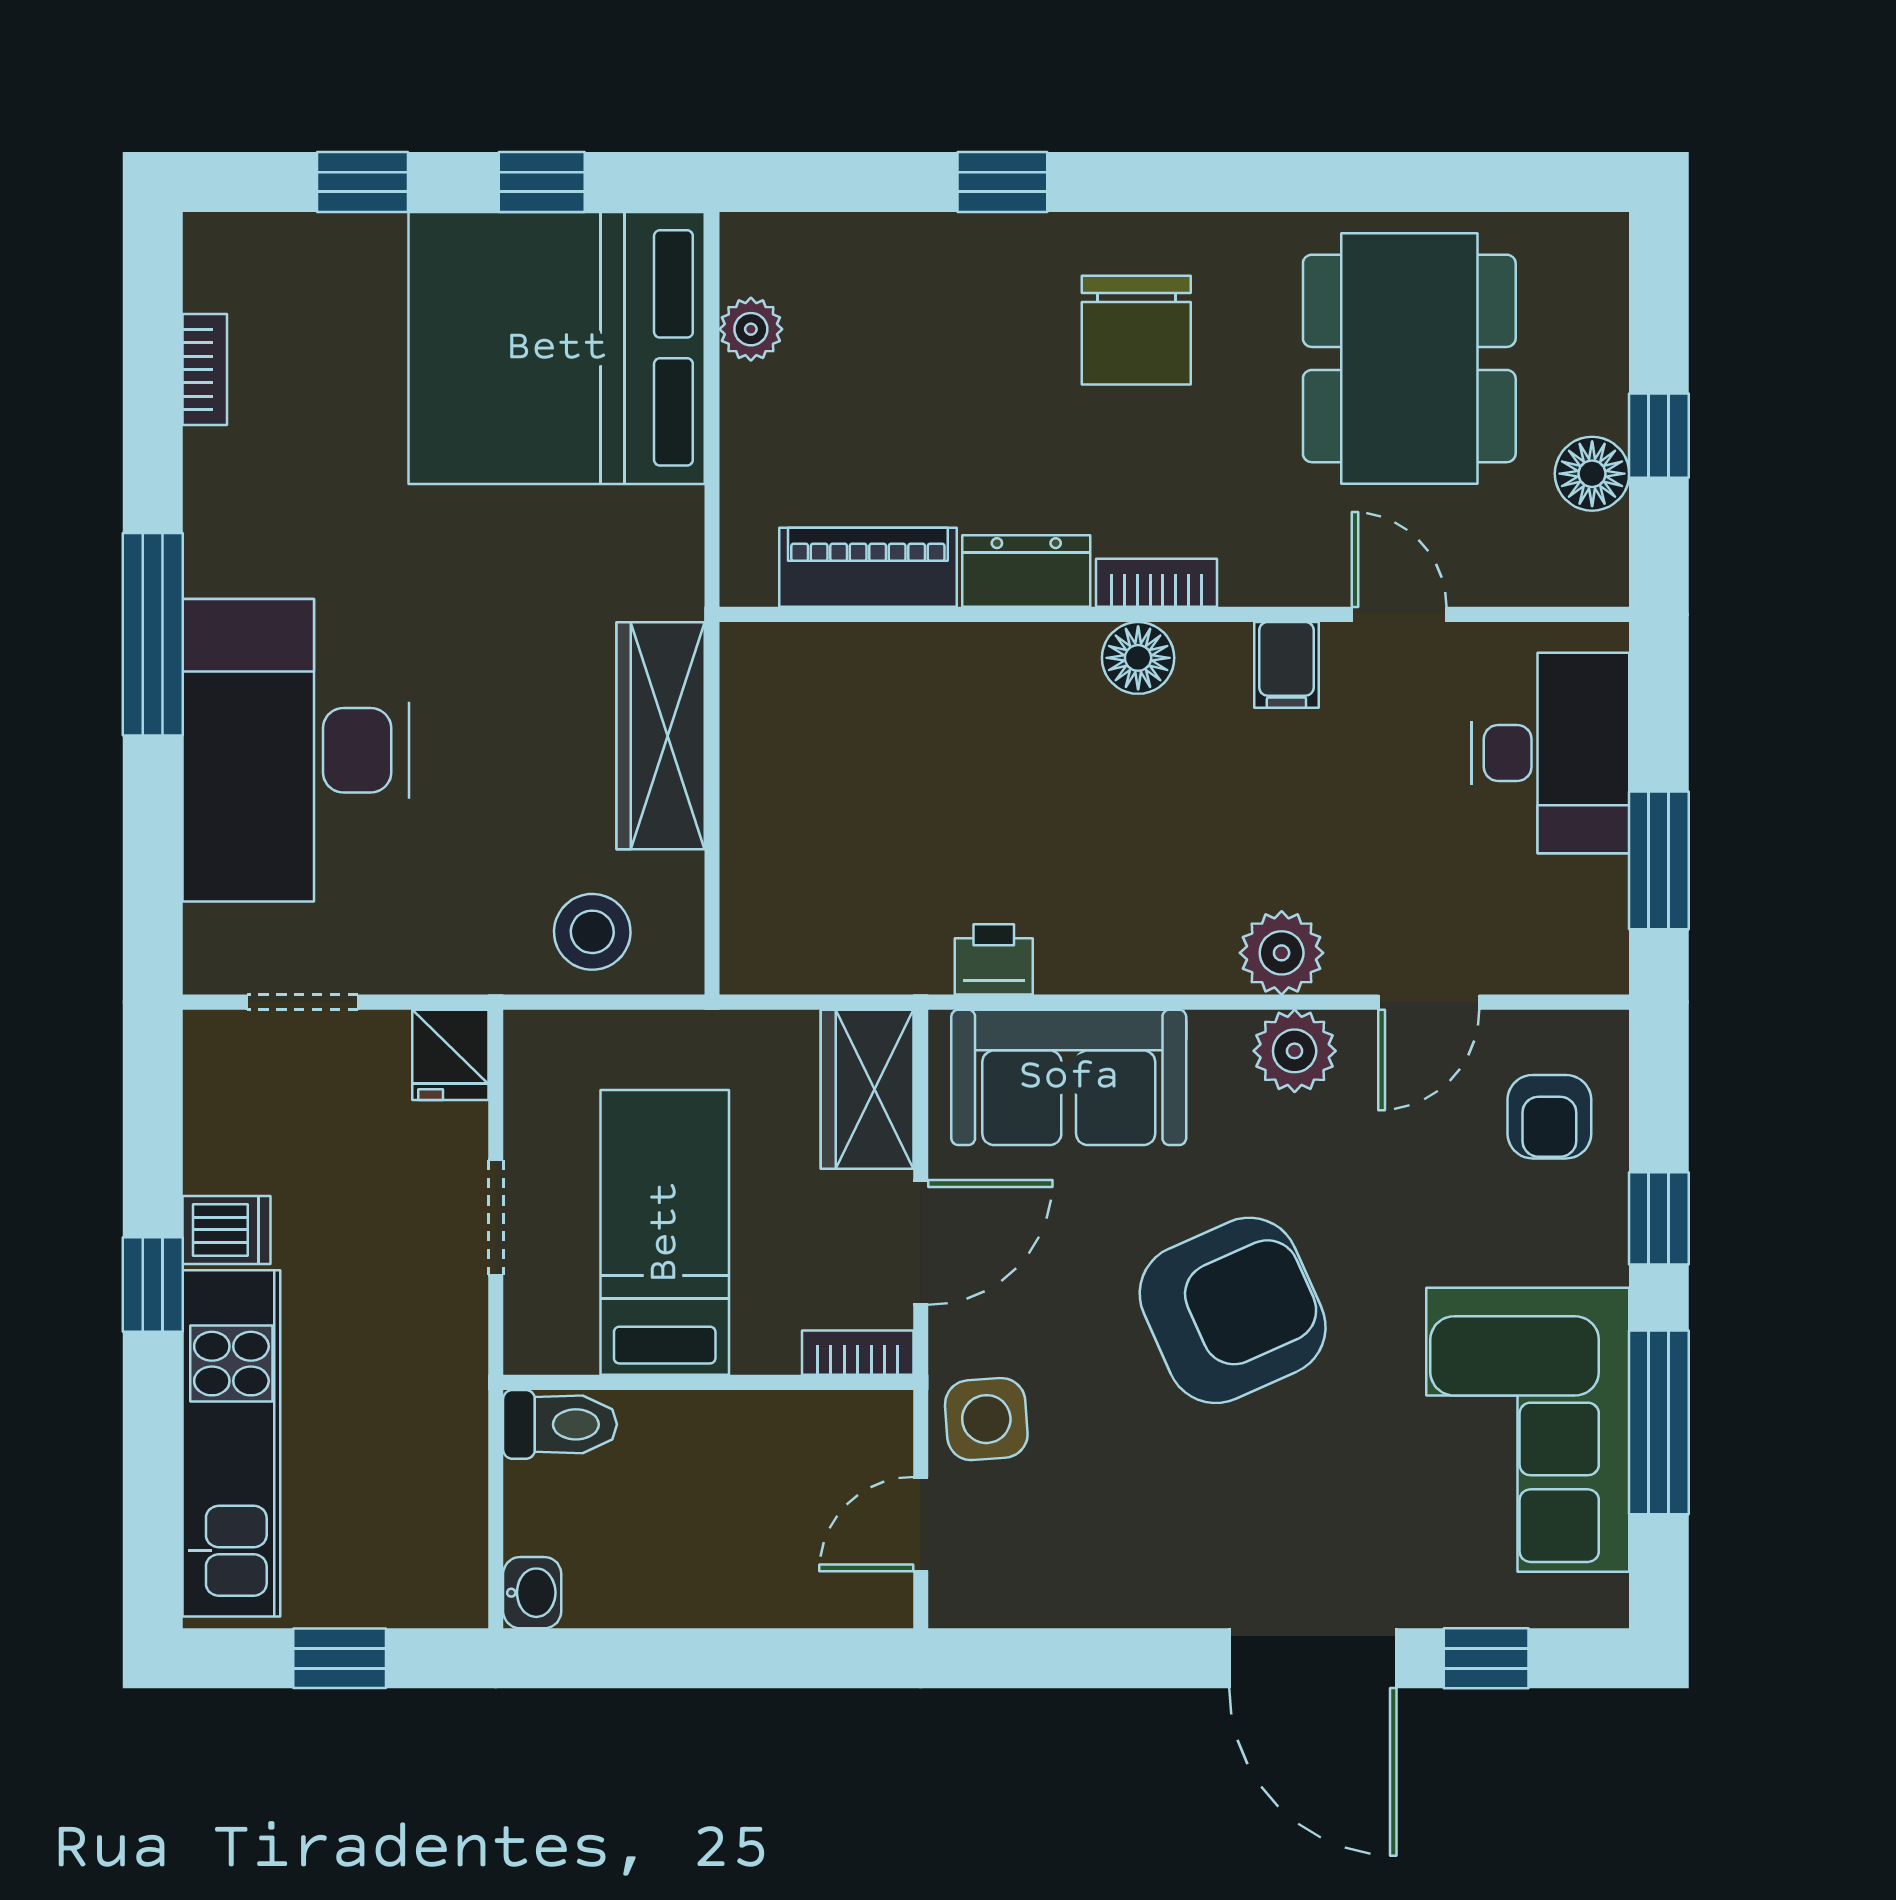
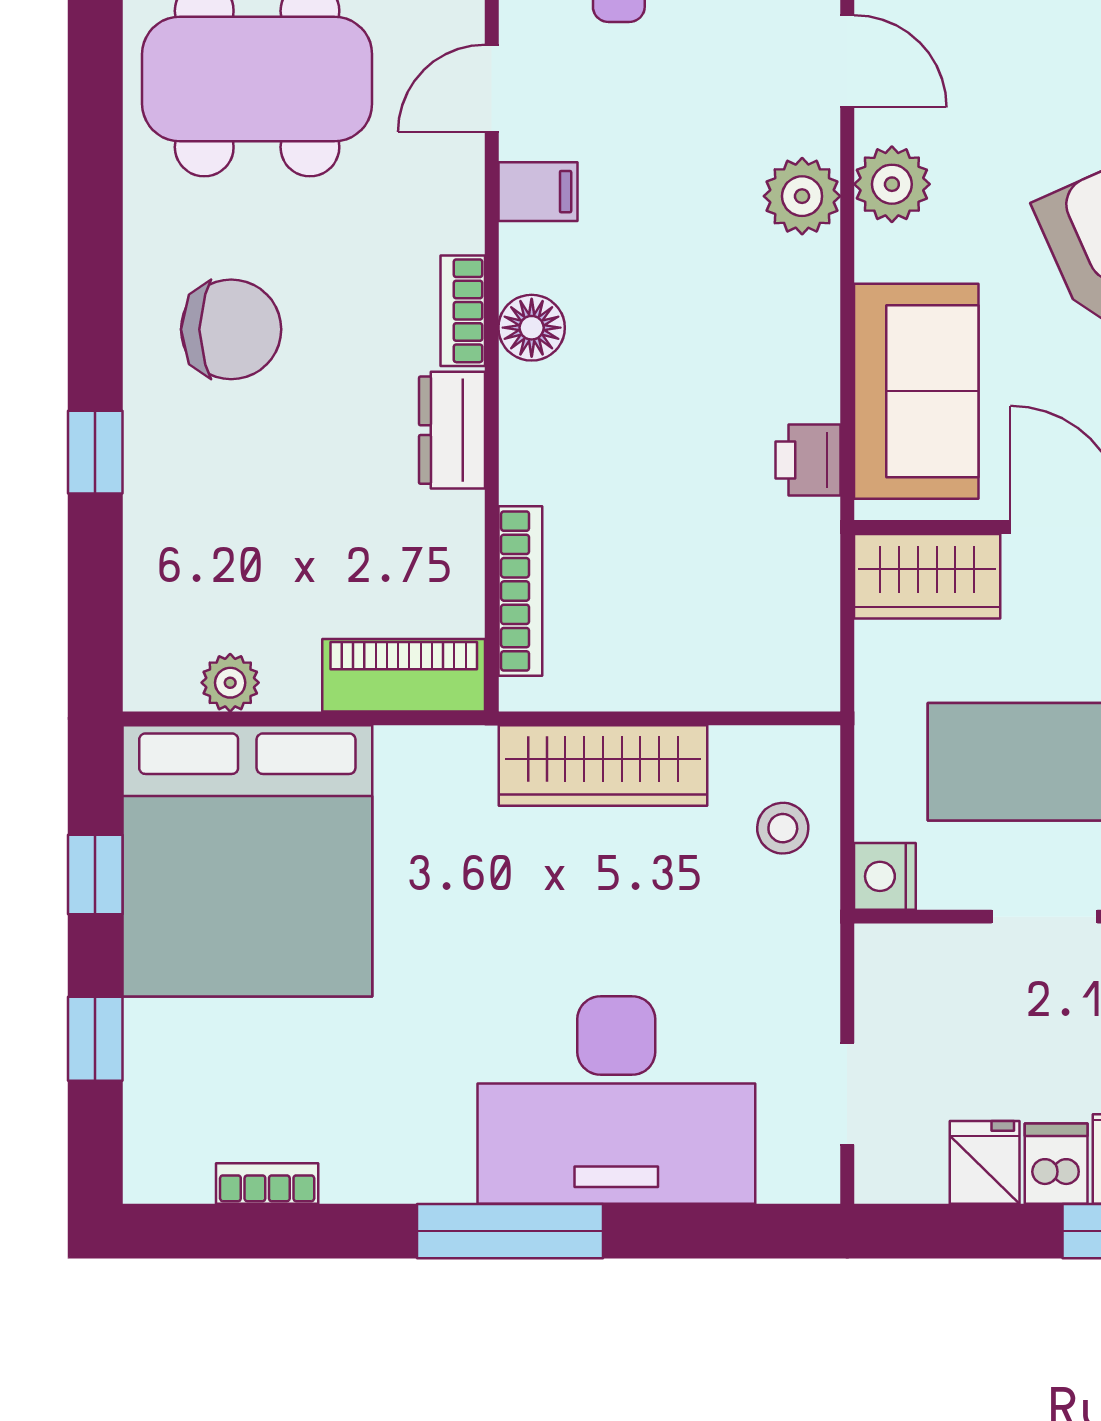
piano: (868, 567) -> (404, 675), moved, turned 90
bookcase: (851, 646) -> (520, 591), added
stool: (592, 932) -> (783, 828), width x0.73, depth x0.73
nightstand: (540, 1043) -> (885, 876), added
fridge: (450, 1055) -> (985, 1162), moved, turned -90

